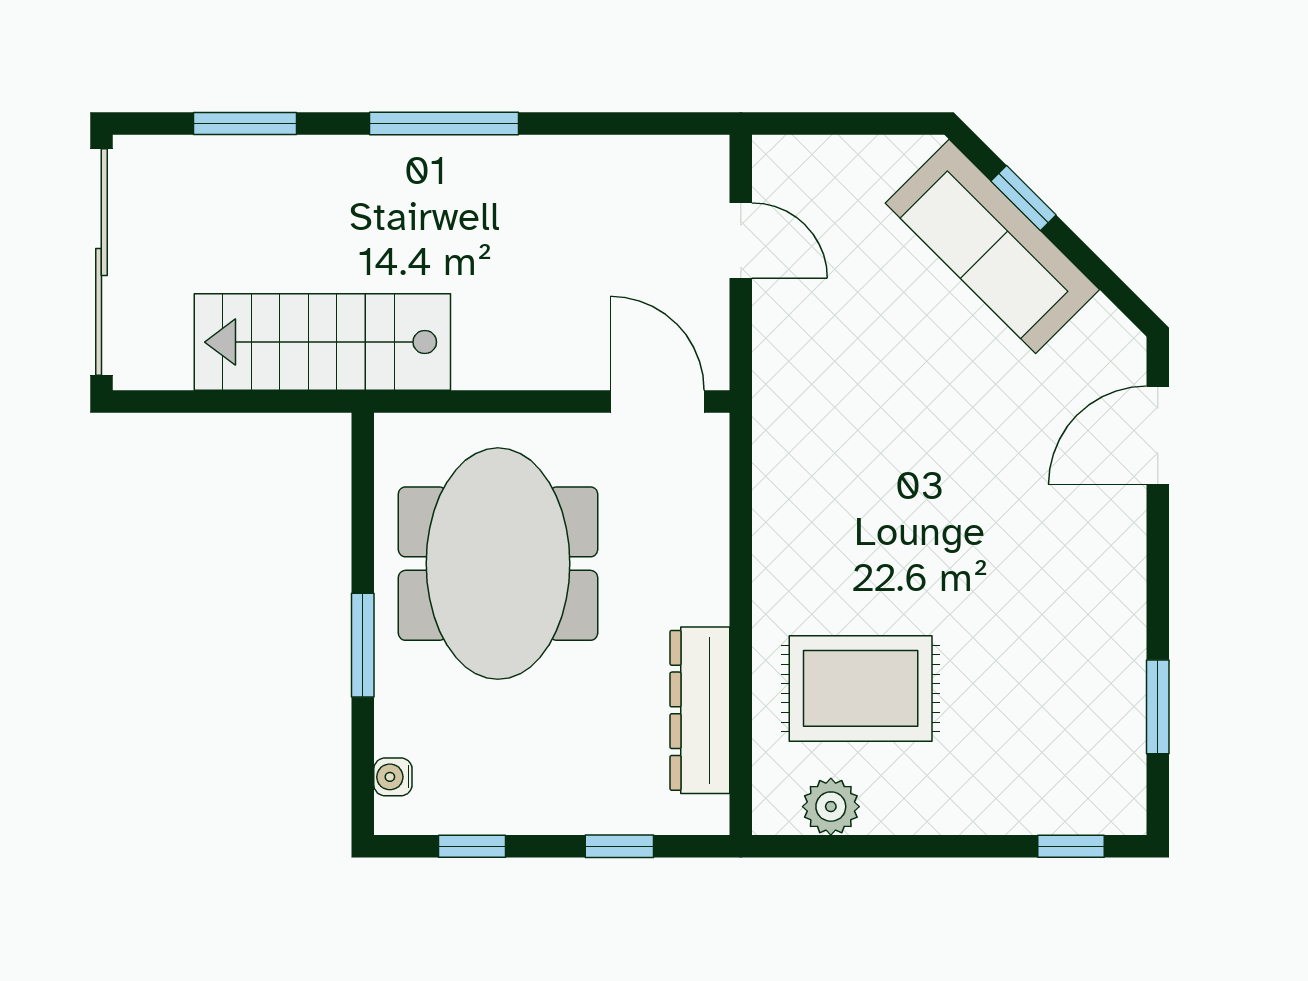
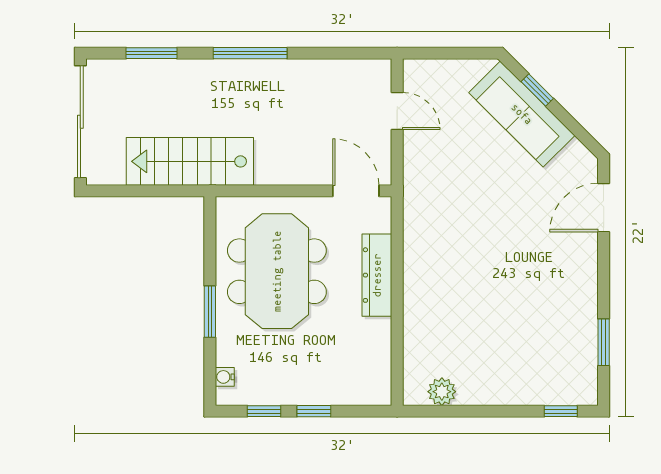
rug: (861, 688) -> (457, 333), removed
dresser: (700, 710) -> (377, 275), moved
window: (619, 846) -> (314, 411), moved

